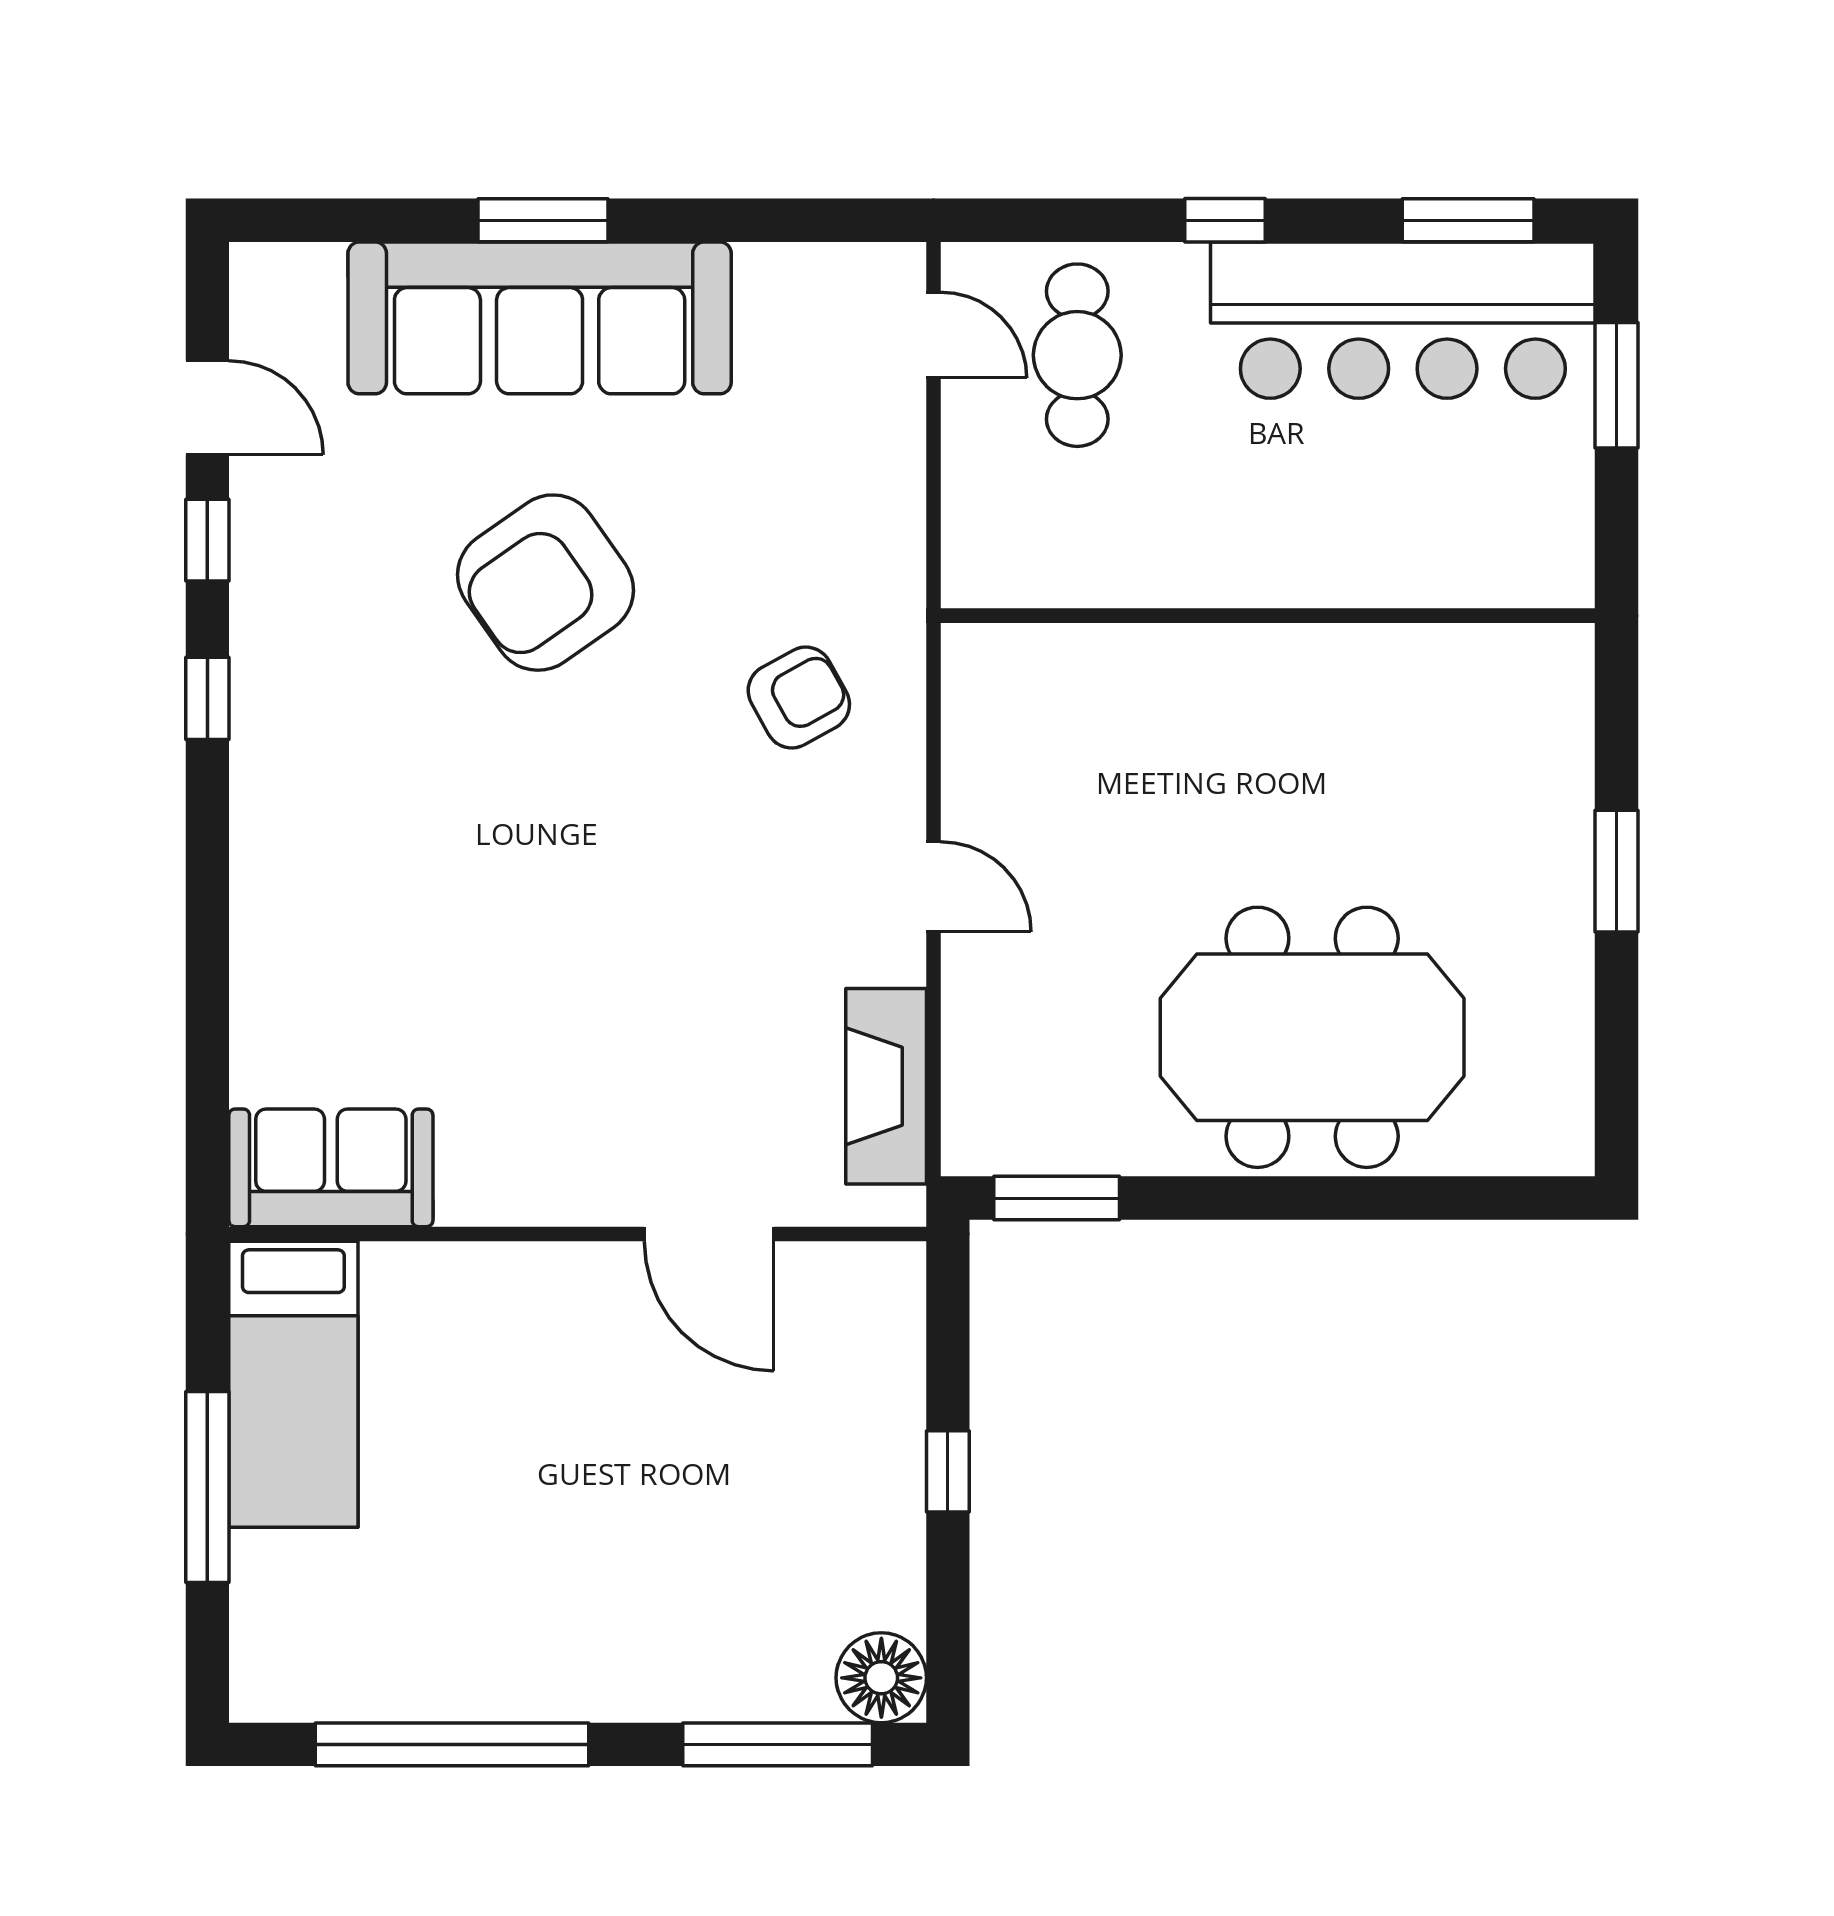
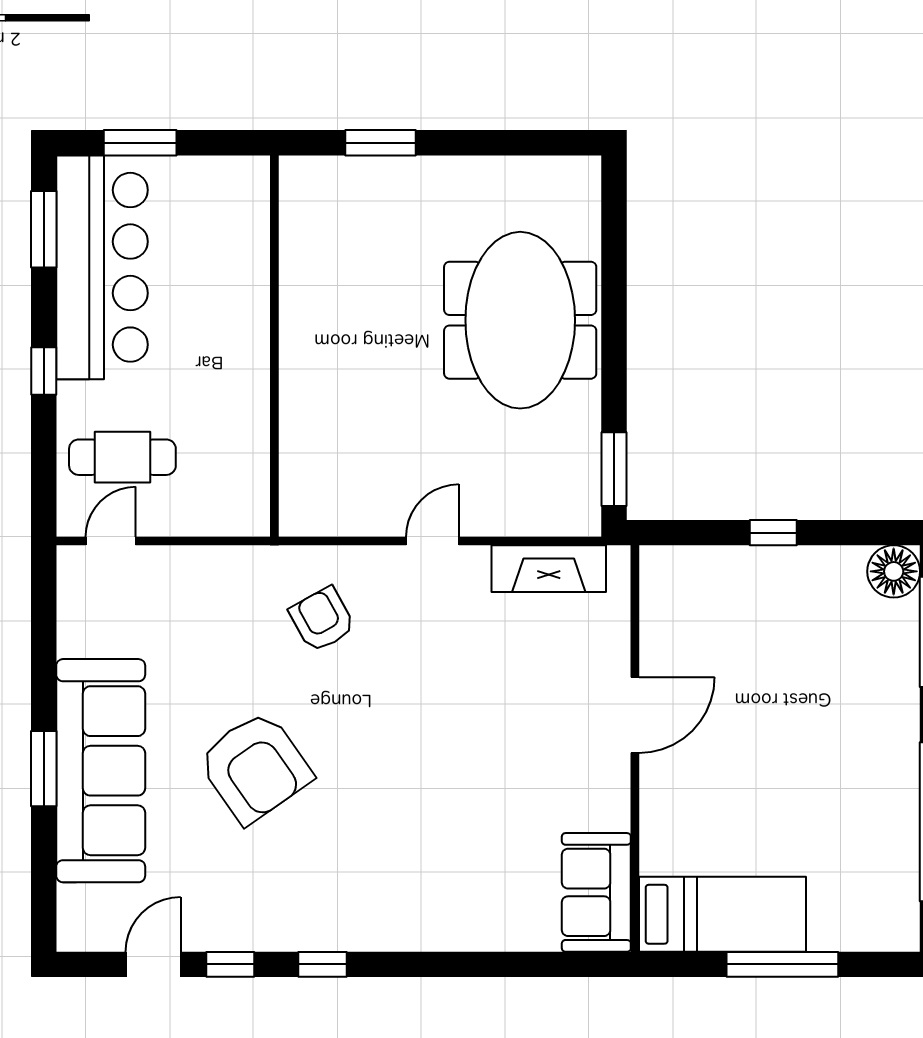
window: (1617, 871) -> (381, 143), moved
door: (709, 1234) -> (635, 715), moved

